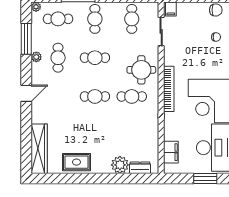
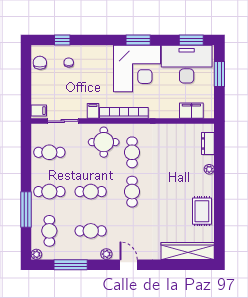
plant: (36, 57) -> (106, 254), moved
cafe table: (95, 58) -> (91, 192), turned 90
filing cabinet: (171, 60) -> (93, 111), added
plant: (120, 165) -> (209, 169), width x0.53, depth x0.53

